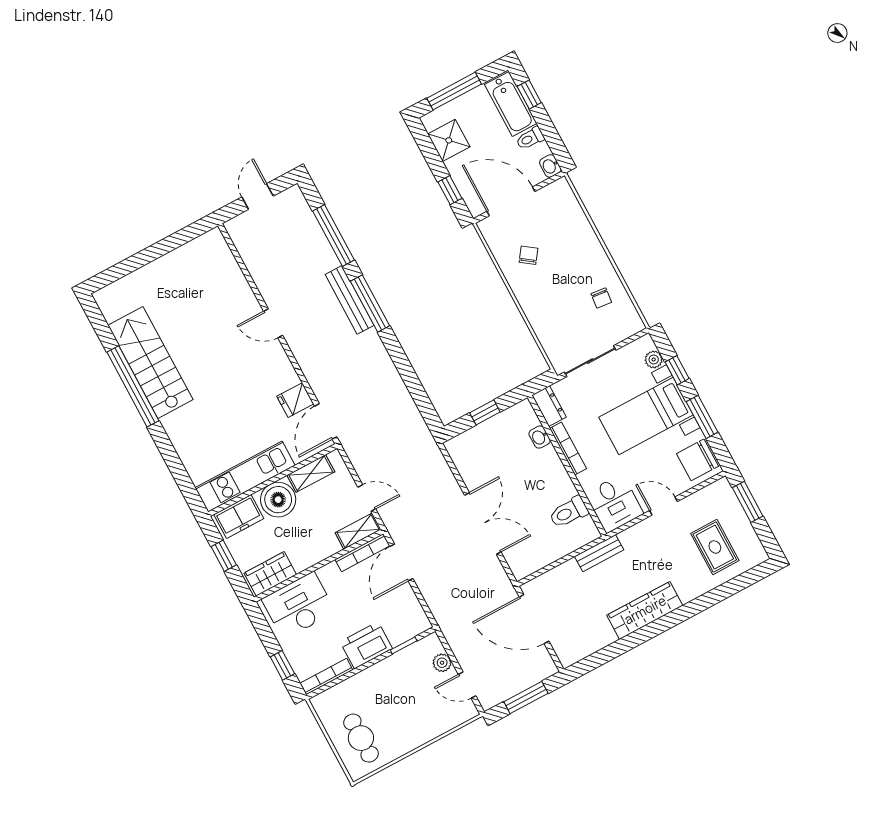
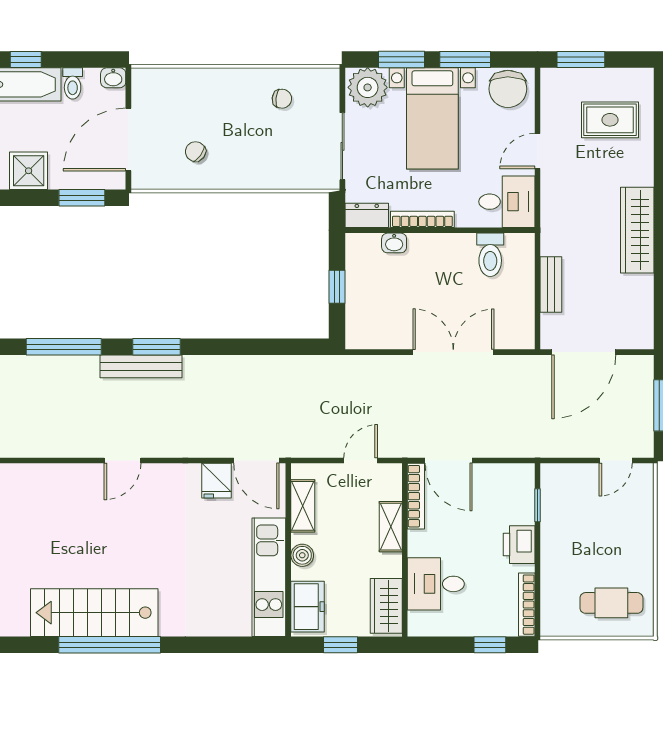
window: (450, 190) -> (82, 198), width x1.50
window: (370, 304) -> (157, 347), width x0.69
plant: (654, 359) -> (368, 87), width x1.87, depth x1.87
window: (677, 370) -> (401, 60), width x1.50
boiler: (278, 500) -> (302, 555), width x0.54, depth x0.54
shelving: (358, 531) -> (391, 527), moved
bench: (599, 553) -> (551, 284), moved
desk: (299, 606) -> (436, 584), width x0.73
printer: (366, 645) -> (519, 545), width x0.73, depth x0.84
plant: (442, 663) -> (578, 474), removed

